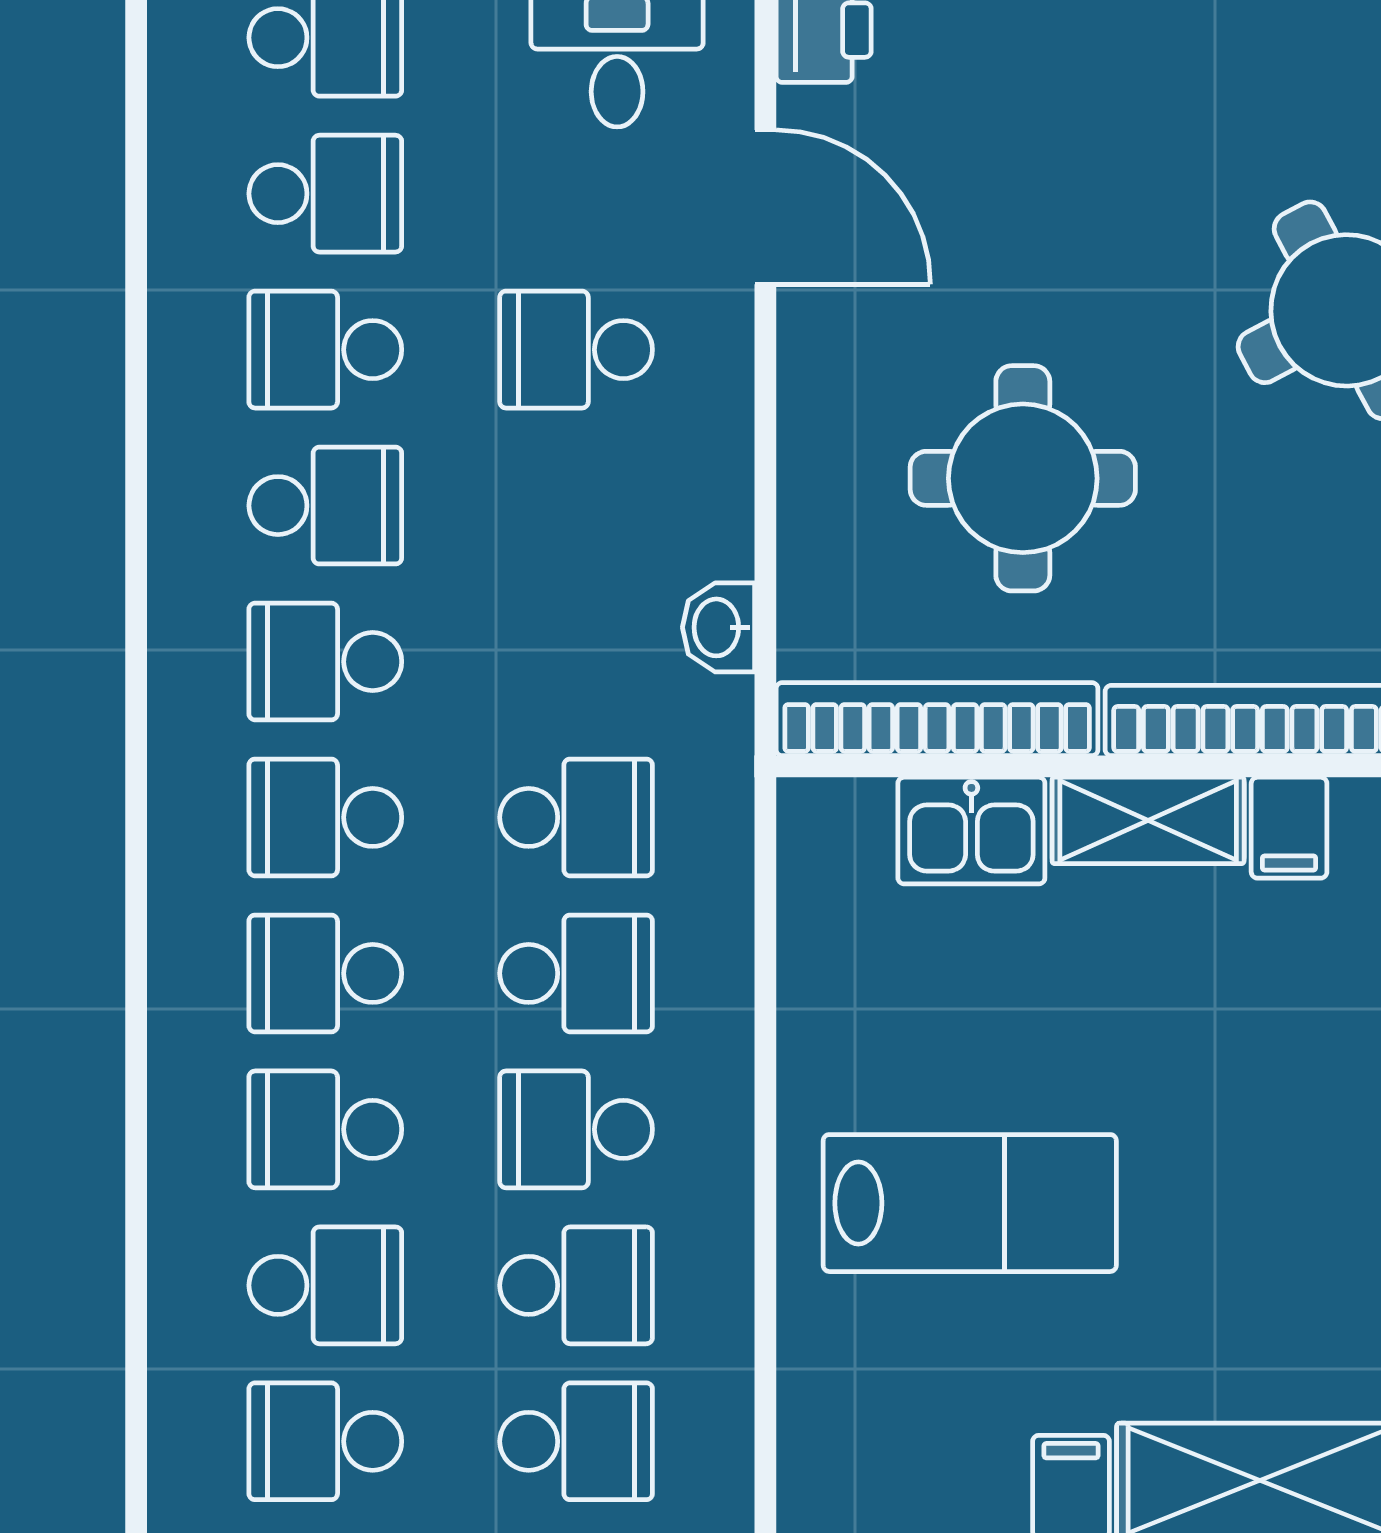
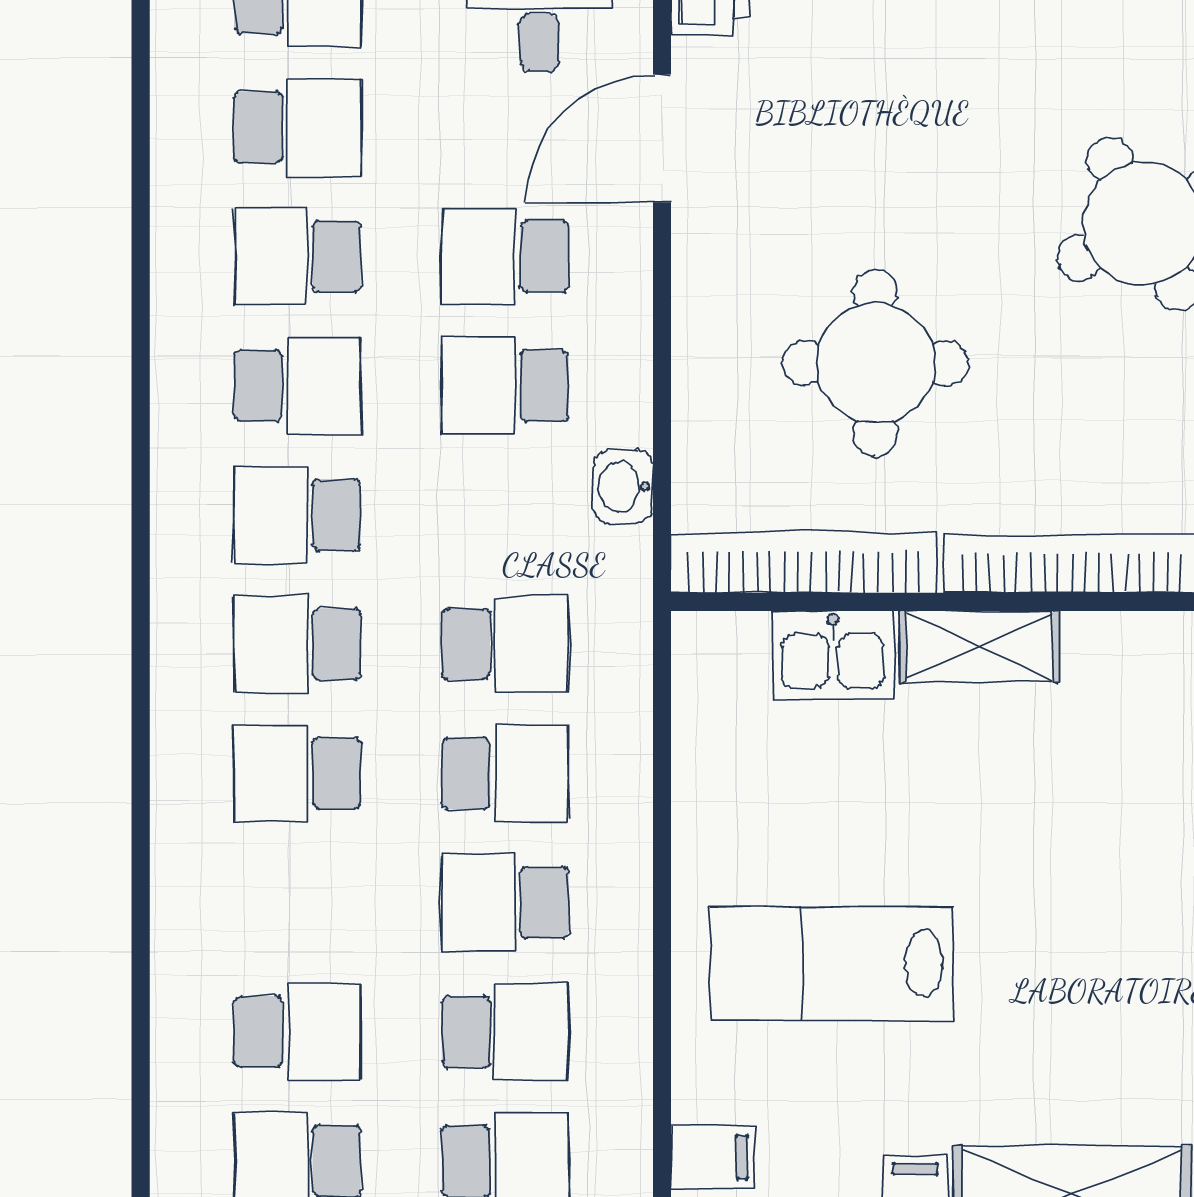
door: (765, 207) -> (662, 138), swing flipped
filing cabinet: (1289, 828) -> (713, 1157), moved, turned -90
school desk: (325, 1129) -> (505, 386), moved
lab bench: (970, 1203) -> (831, 964), turned 180

